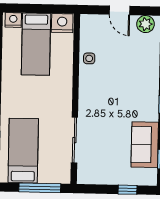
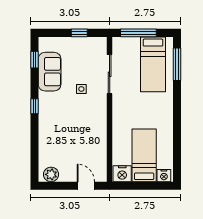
door: (120, 10) -> (86, 186), moved
side table: (89, 58) -> (81, 89), moved
window: (127, 190) -> (79, 33), moved

